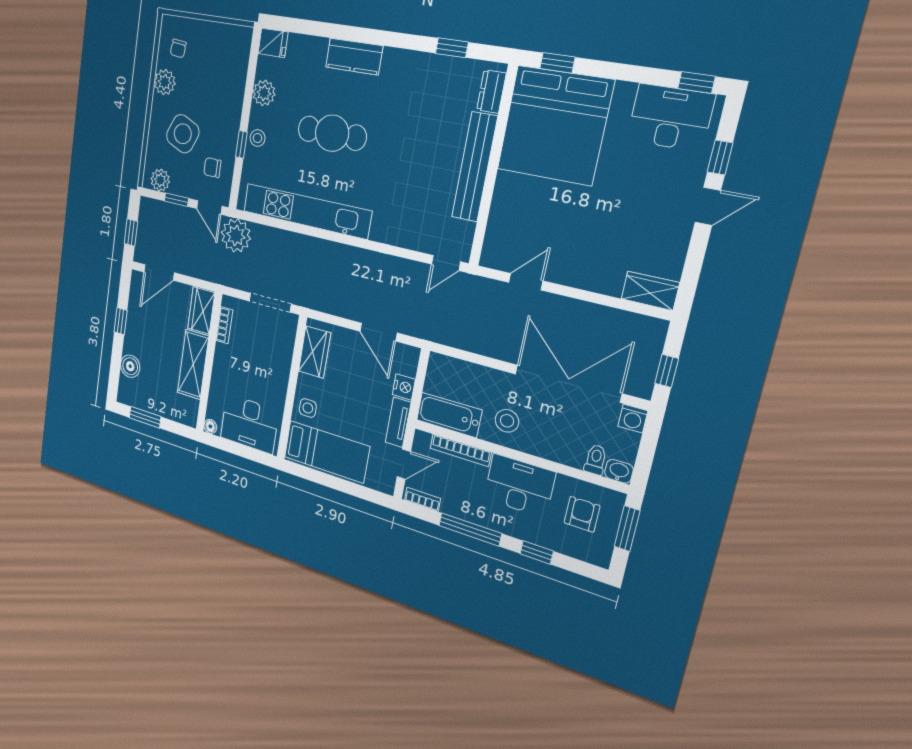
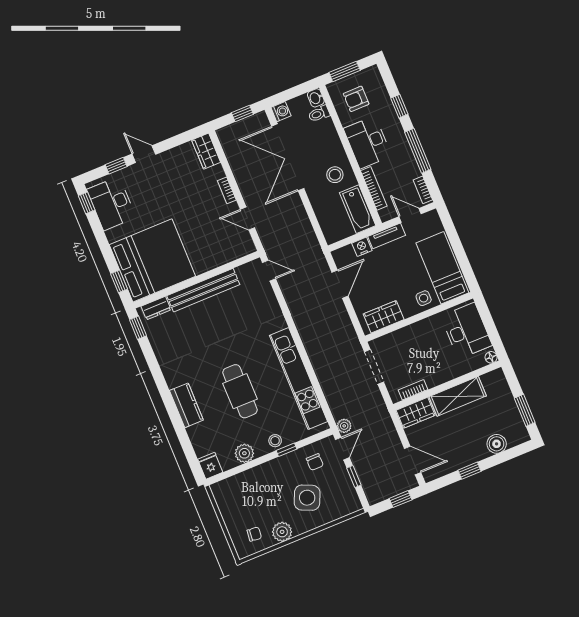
window: (452, 48) -> (138, 328), moved
plant: (160, 180) -> (349, 497), removed
plant: (236, 236) -> (344, 426), width x0.53, depth x0.53
bookcase: (579, 281) -> (227, 190), added

